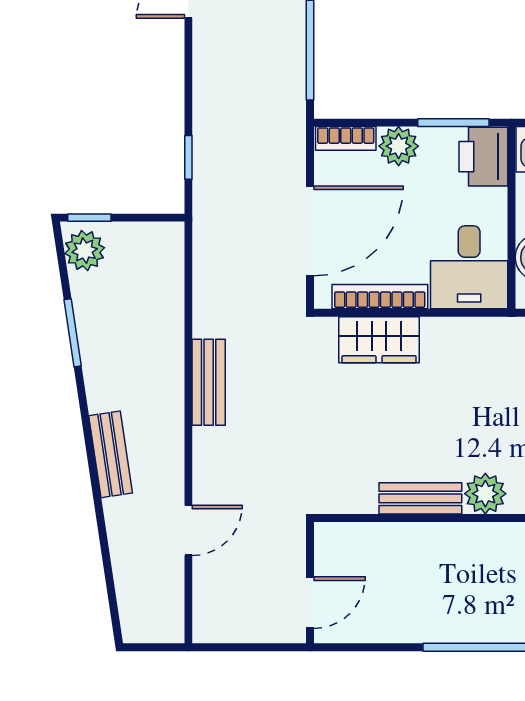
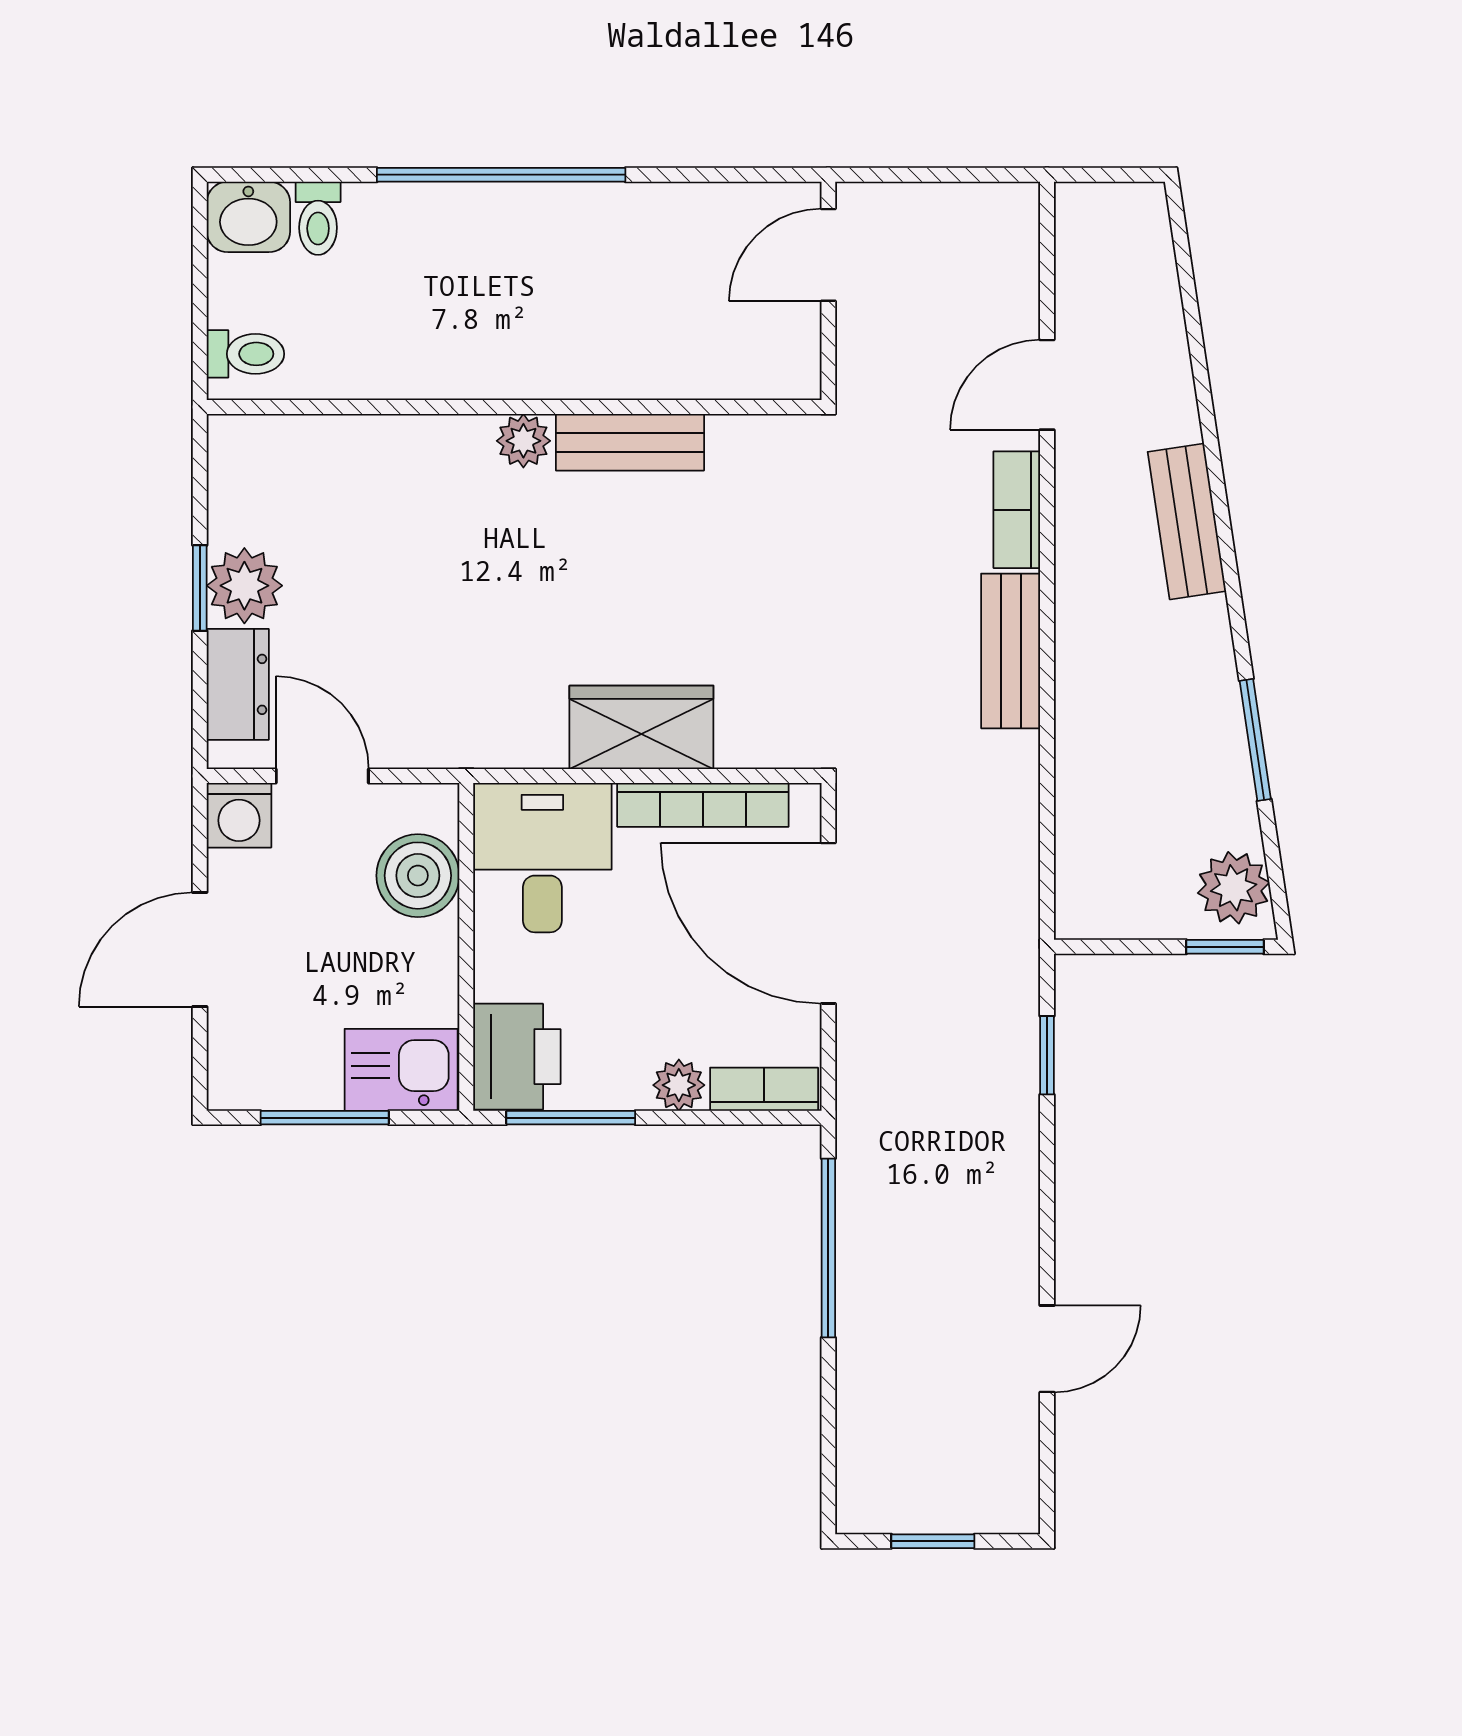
plant: (399, 146) -> (679, 1085), width x0.73, depth x0.73
door: (310, 231) -> (828, 923), hinge flipped
wardrobe: (379, 340) -> (641, 727), moved
bookcase: (205, 461) -> (1017, 510), added
plant: (485, 494) -> (523, 441), width x0.73, depth x0.73

